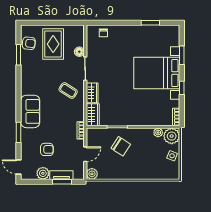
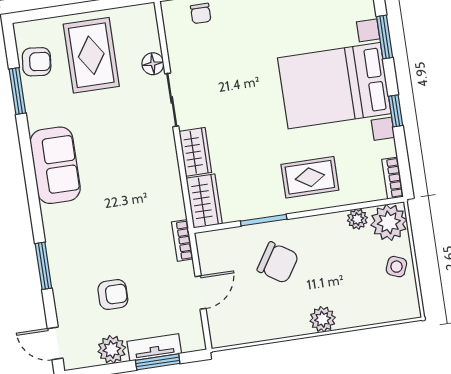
coffee table: (68, 91) -> (141, 155), removed
sofa: (30, 111) -> (55, 165), moved
rug: (140, 111) -> (310, 177), added
plant: (92, 174) -> (323, 319), moved

